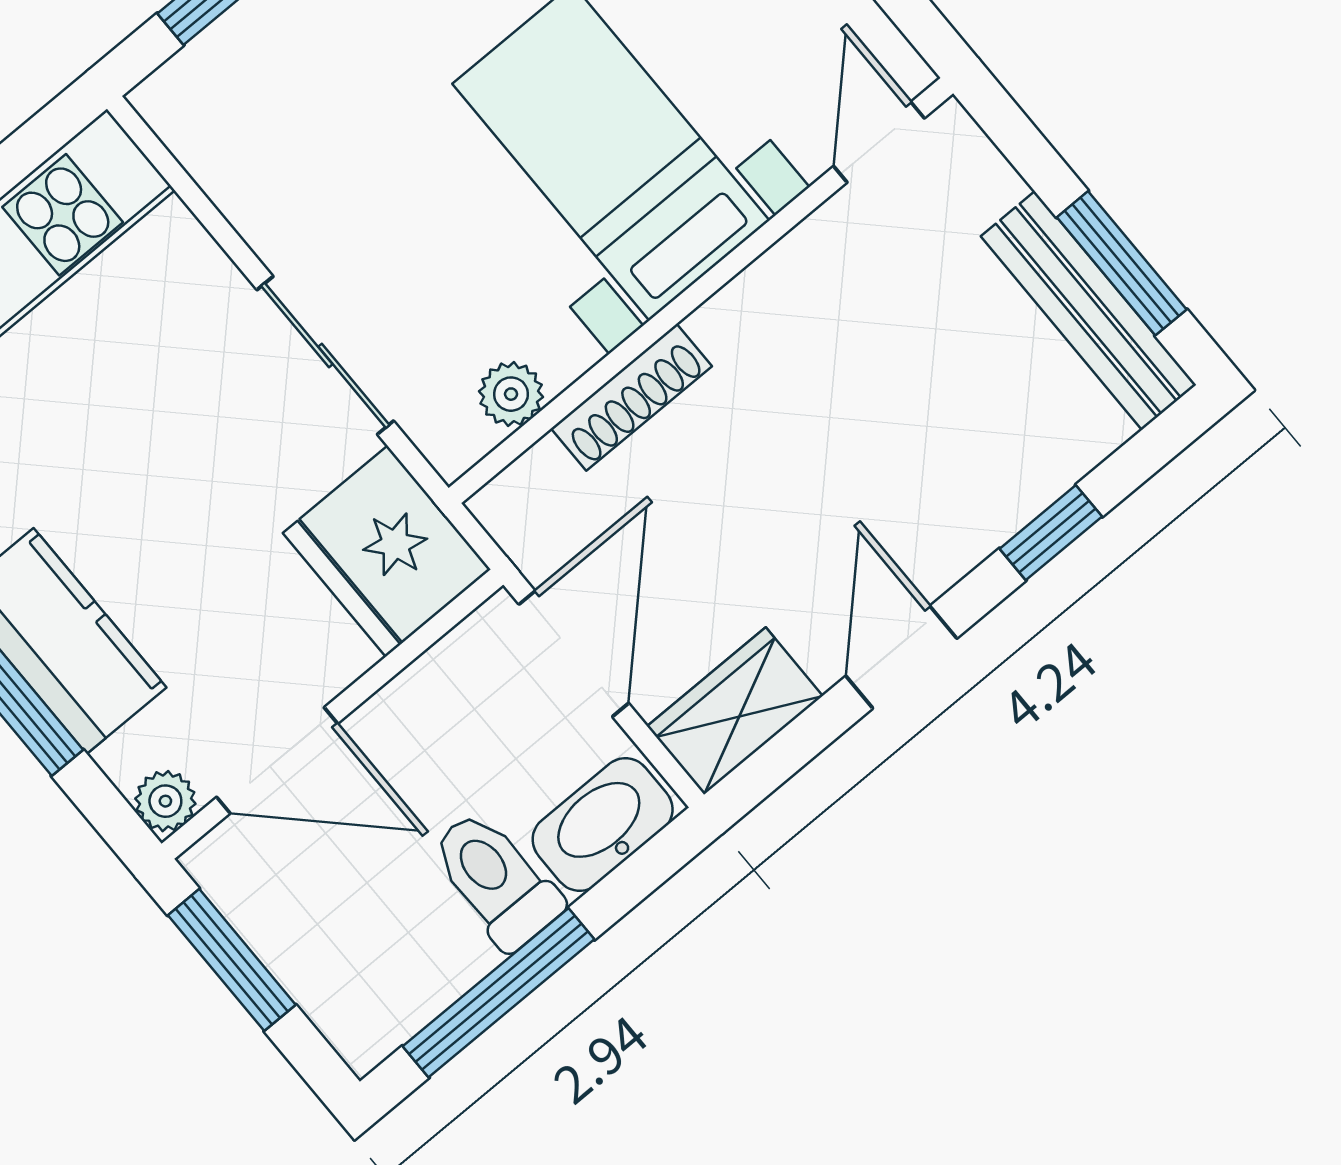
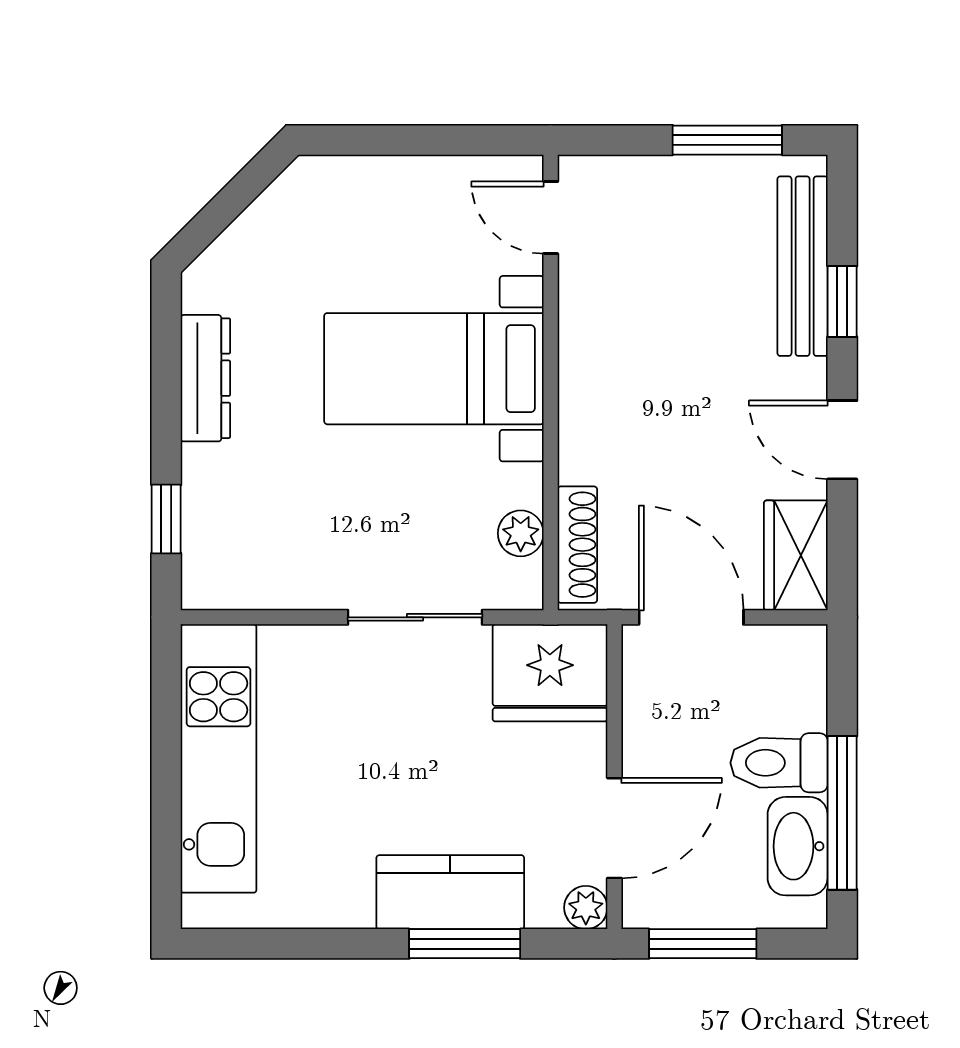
bench: (1088, 311) -> (803, 266), moved, turned 90
shoe rack: (631, 397) -> (577, 545), moved
washbasin: (603, 824) -> (798, 846), moved

